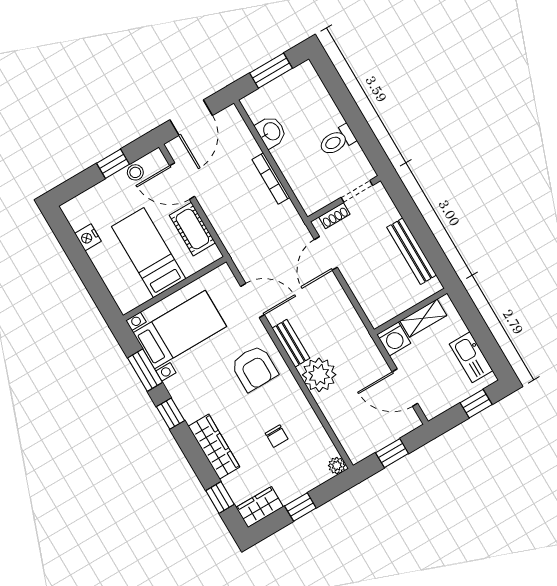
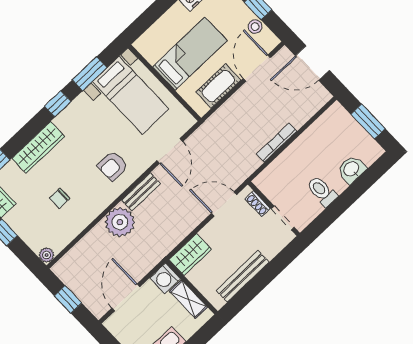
washbasin: (271, 132) -> (352, 169), moved, turned 180
wardrobe: (374, 304) -> (190, 255), added
armchair: (254, 368) -> (113, 166), width x0.72, depth x0.72

